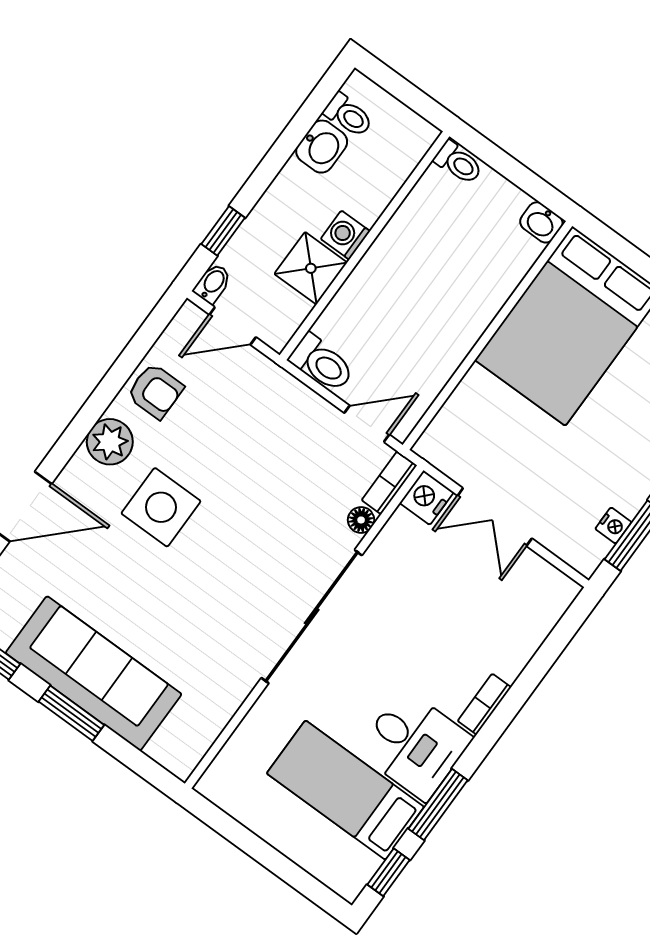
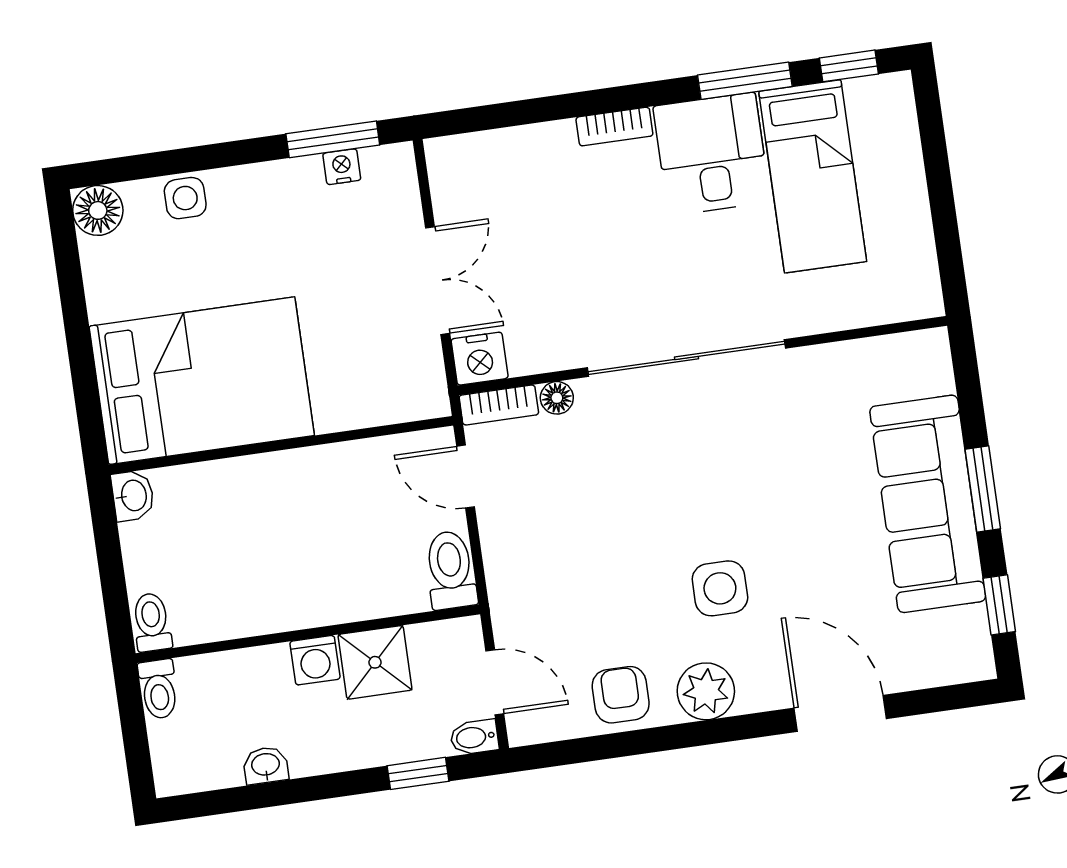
toilet: (348, 115) -> (159, 689), moved, turned 180
washbasin: (322, 147) -> (266, 765), width x0.72, depth x0.69
side table: (161, 507) -> (720, 588), width x0.73, depth x0.73

